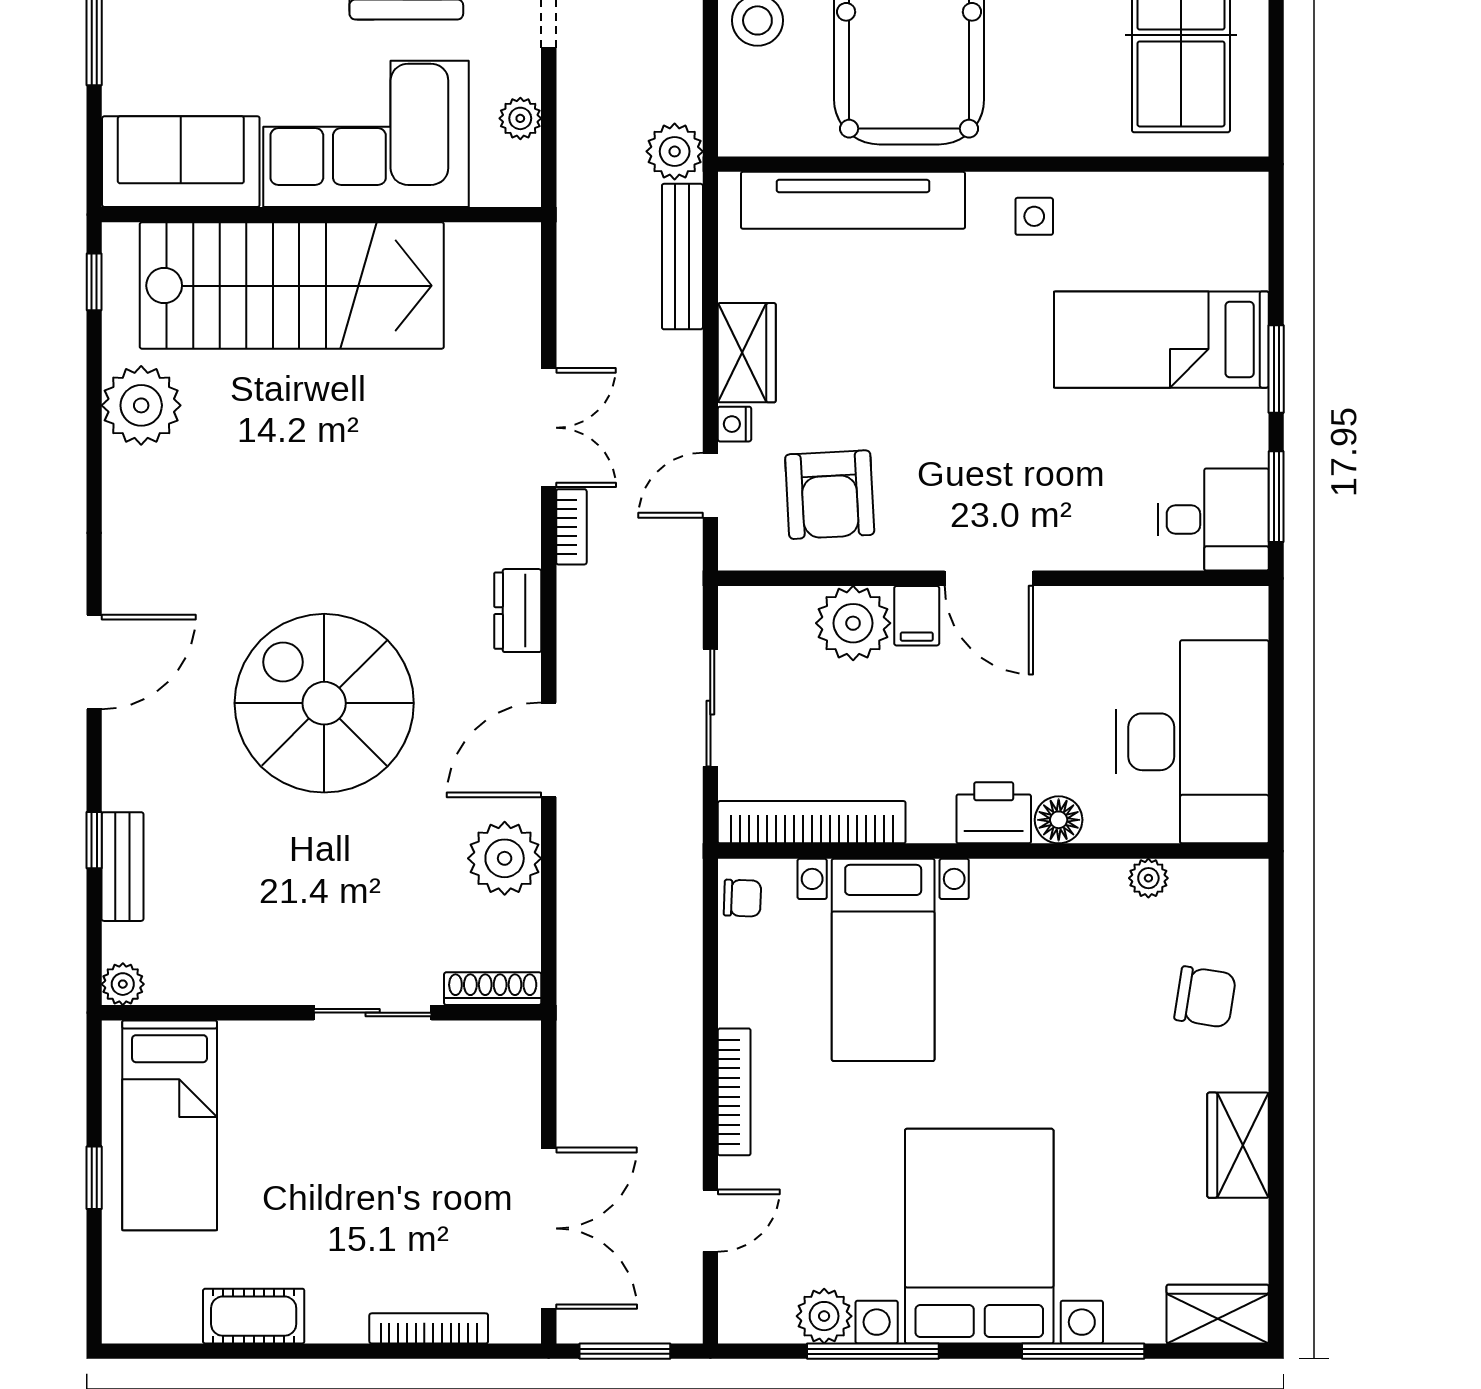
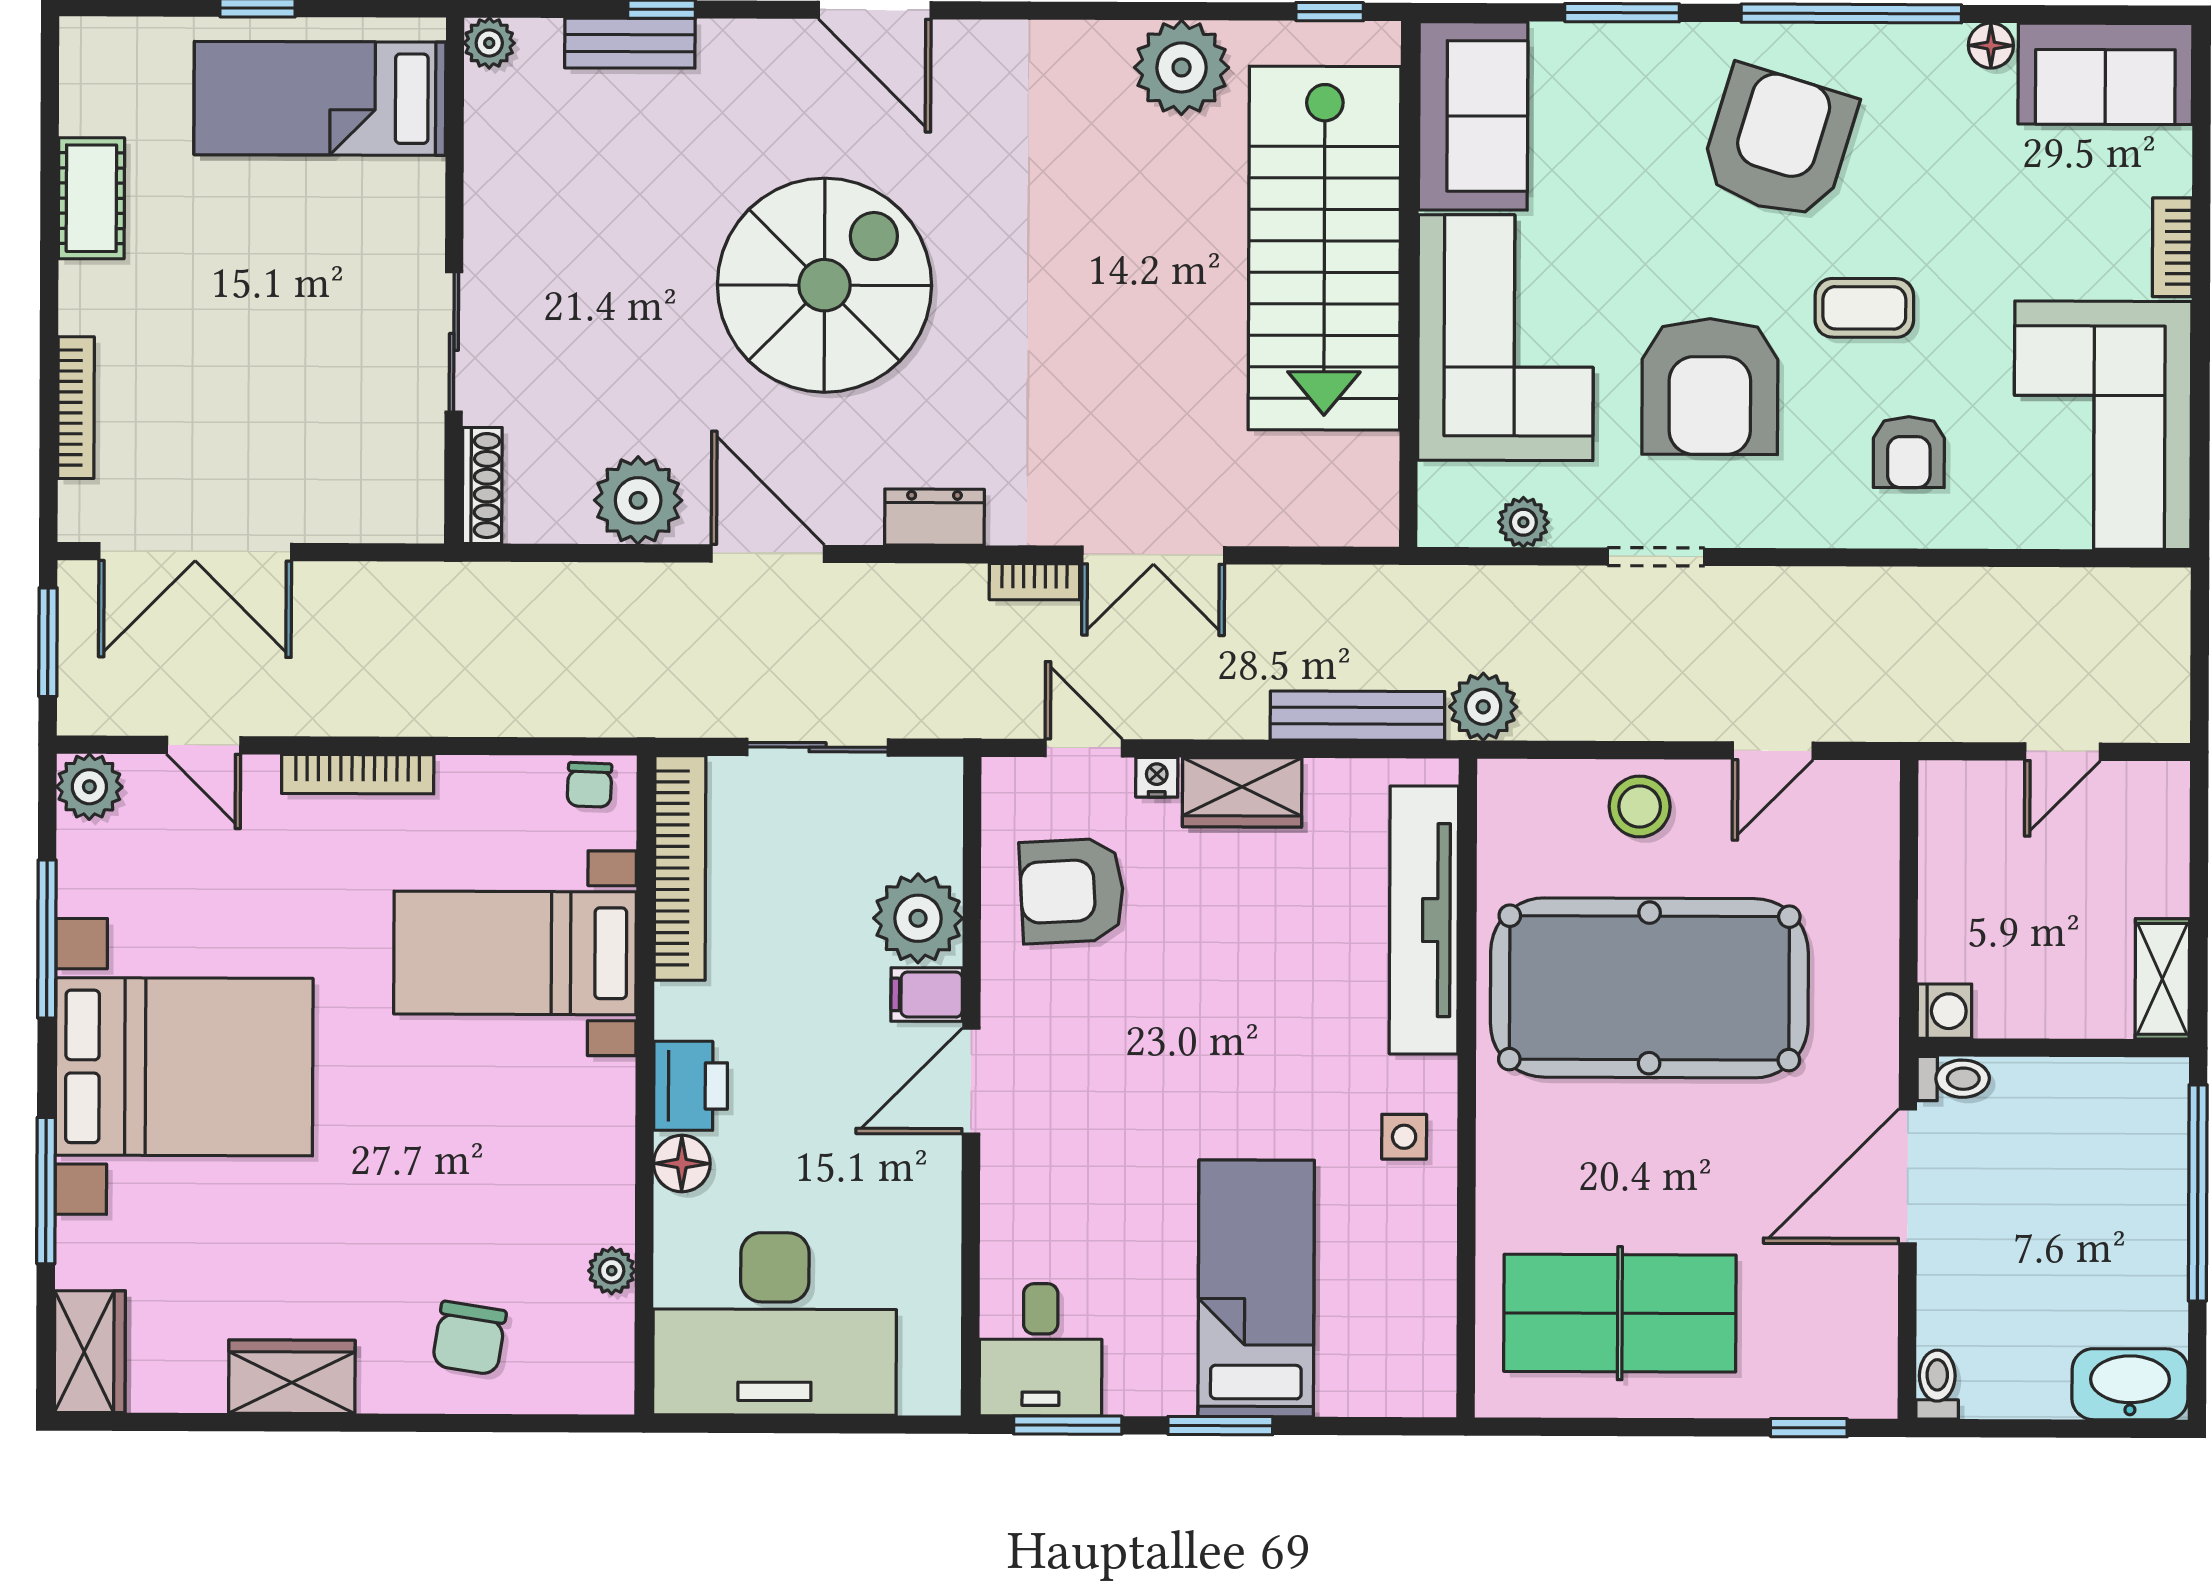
plant: (824, 1316) -> (89, 787), moved

